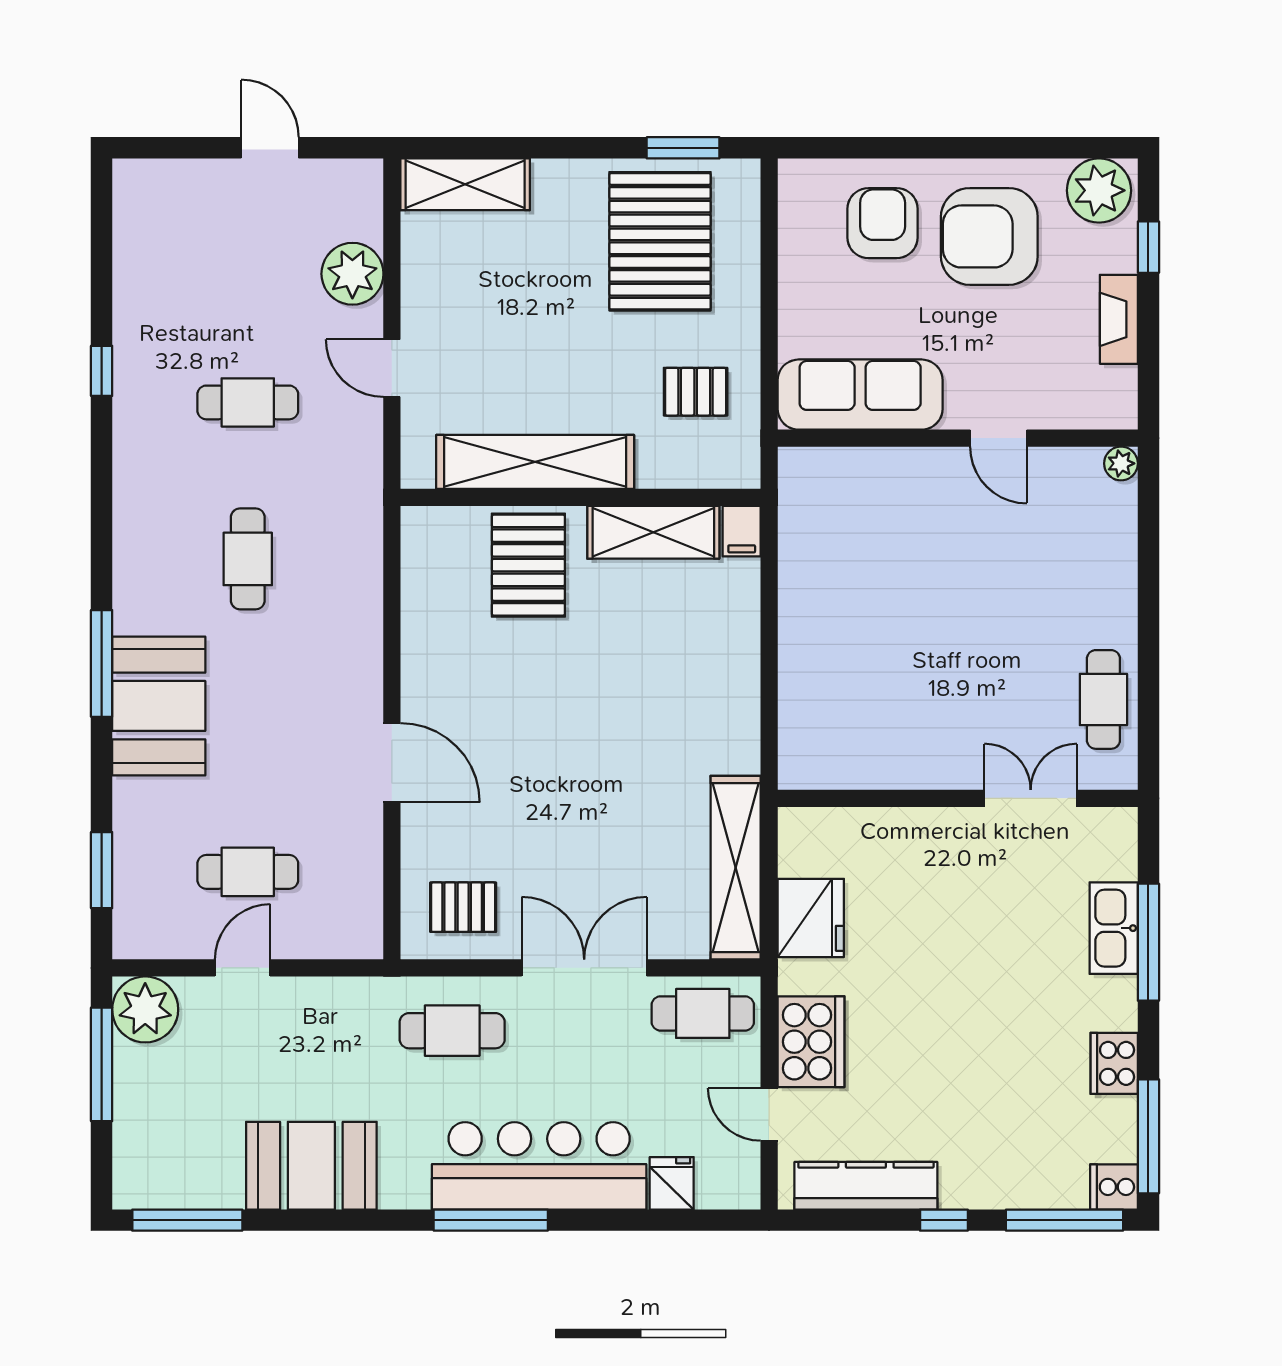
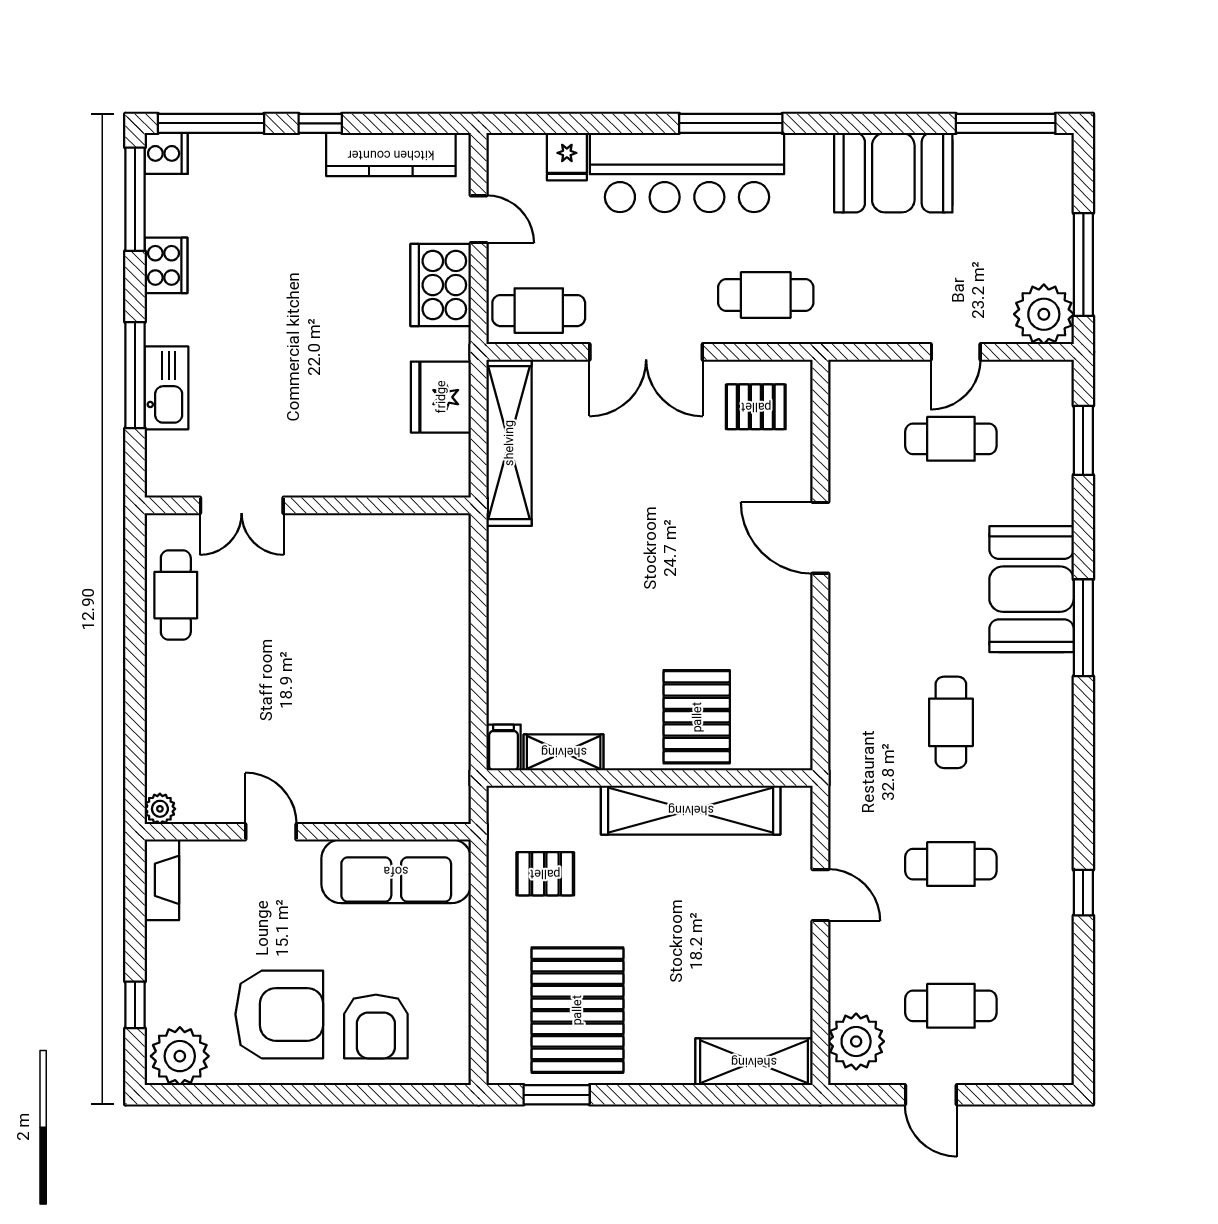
cafe table: (248, 246) -> (951, 1006), added
plant: (352, 274) -> (856, 1041), moved
fireplace: (1119, 319) -> (162, 880), moved
shelving: (653, 532) -> (564, 752), width x0.67, depth x0.75

